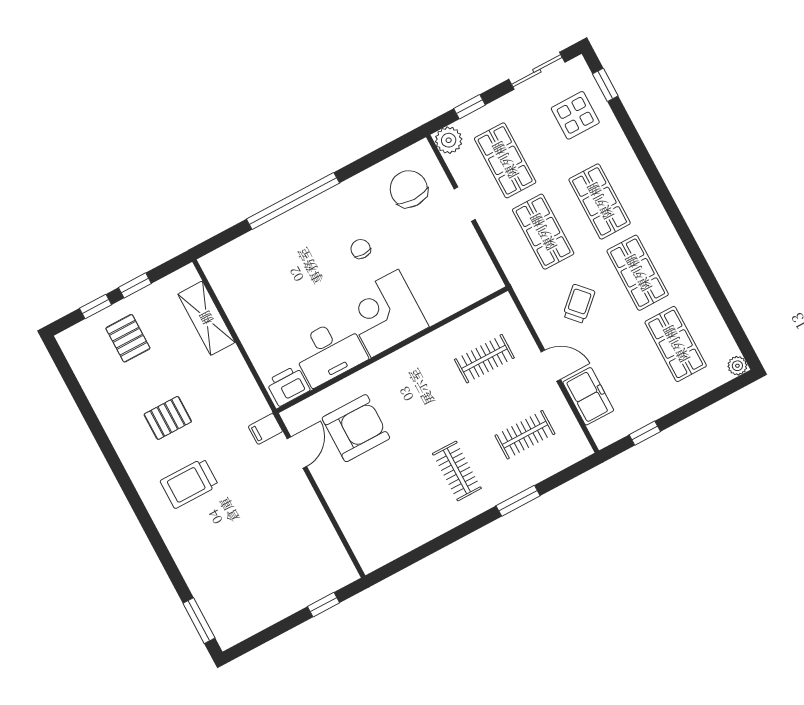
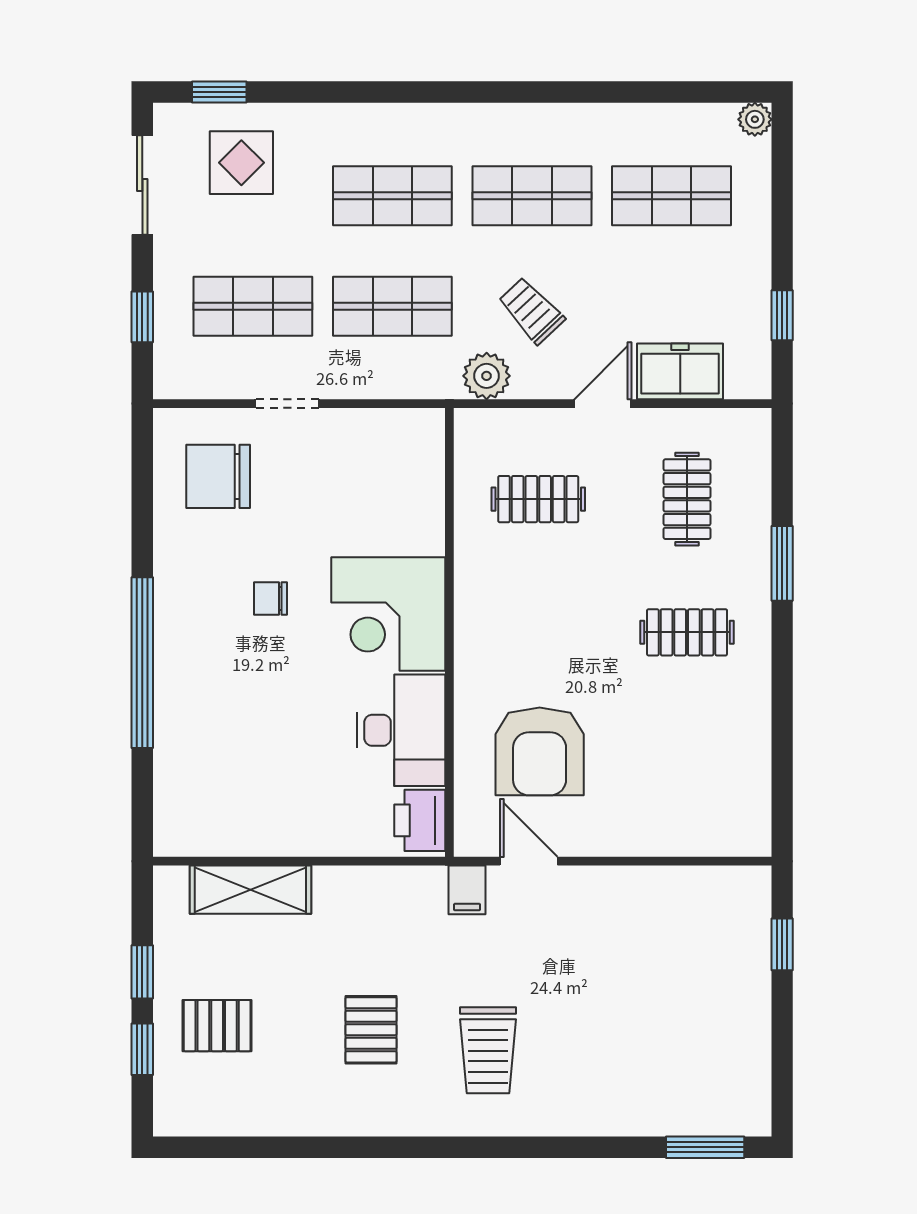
plant: (449, 140) -> (487, 376), moved
clothes rail: (484, 359) -> (538, 499), turned 90
armchair: (356, 428) -> (540, 751), turned 180

